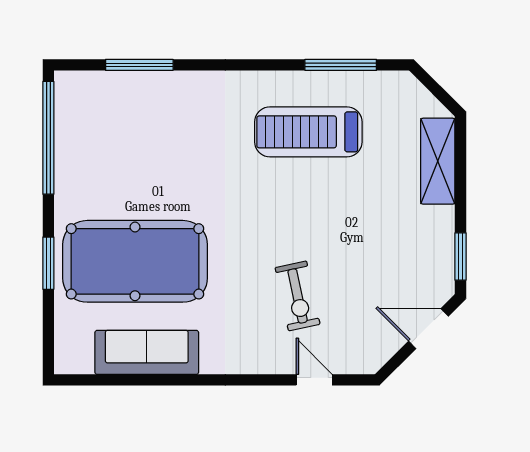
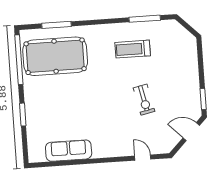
treadmill: (308, 132) -> (133, 49), width x0.73, depth x0.73
shelving: (438, 161) -> (190, 58), removed
pool table: (135, 261) -> (55, 56), moved
exercise bike: (298, 296) -> (144, 100), moved

